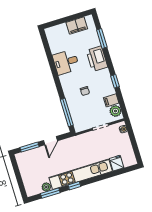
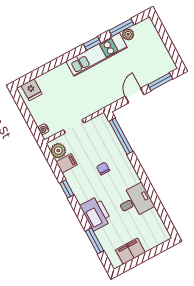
fridge: (117, 163) -> (32, 90), moved
kitchen unit: (81, 174) -> (97, 54), width x0.73

